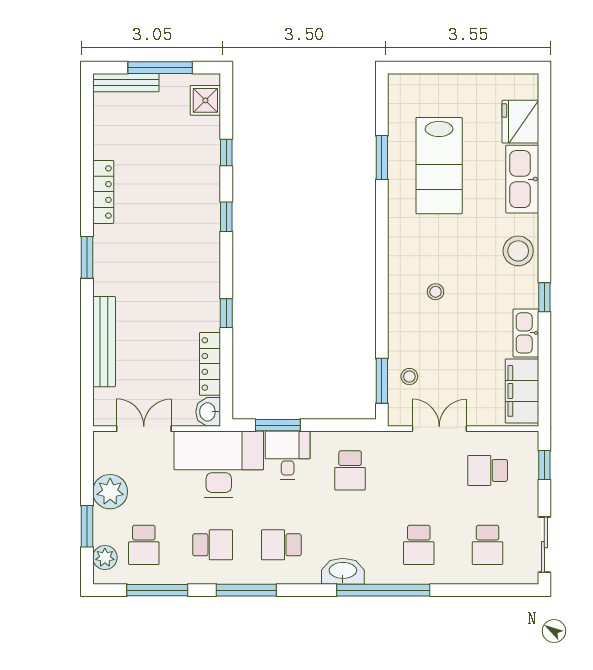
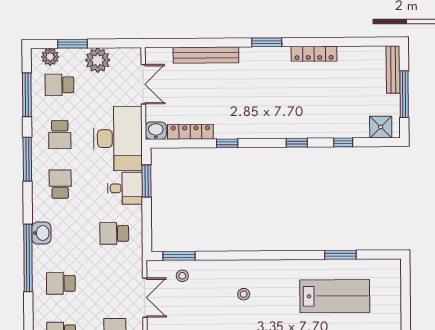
lab bench: (439, 166) -> (335, 296), turned 180
washbasin: (343, 571) -> (41, 233), width x0.72

